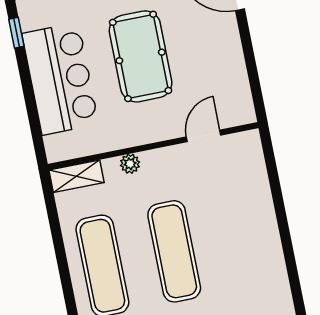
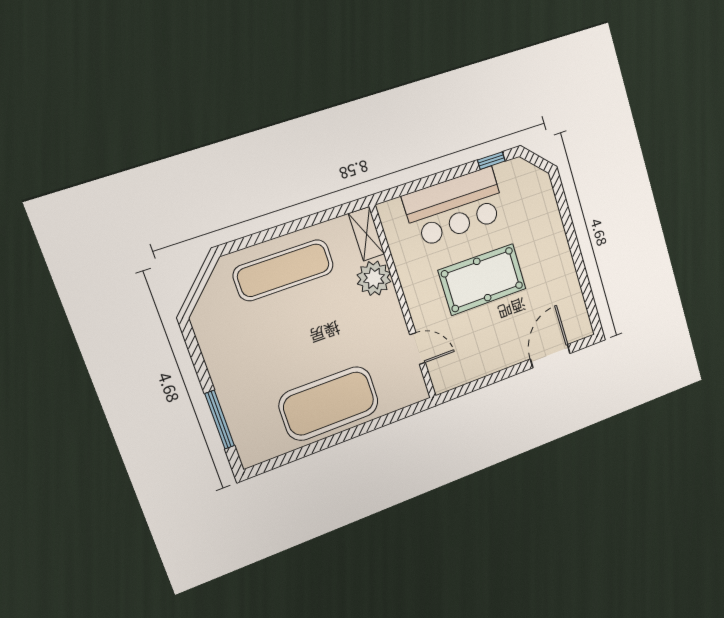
plant: (130, 164) -> (374, 278), width x1.87, depth x1.87
exercise mat: (174, 251) -> (329, 403), moved, width x1.47

